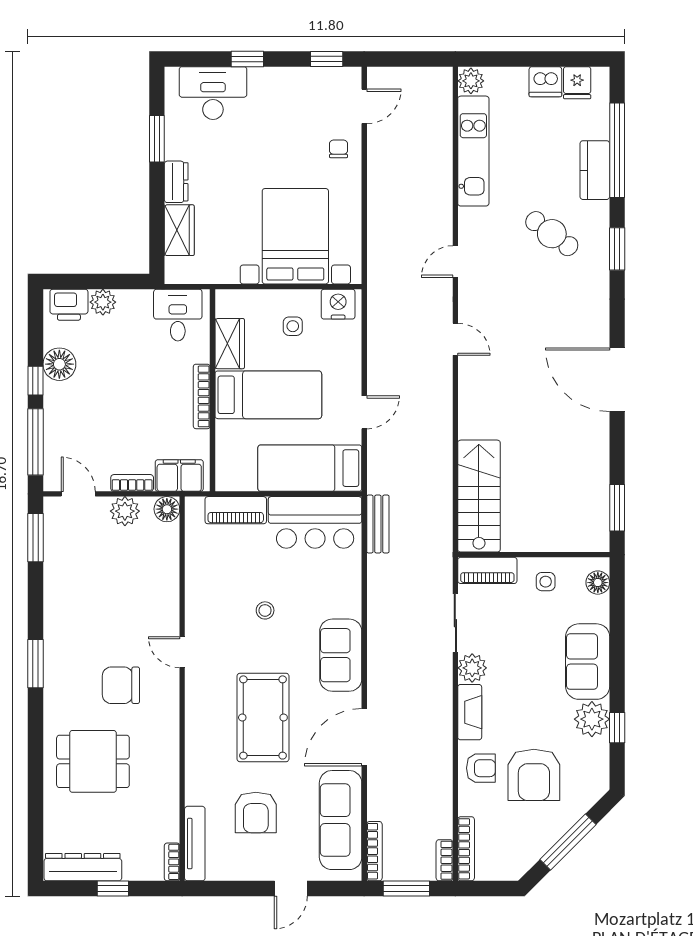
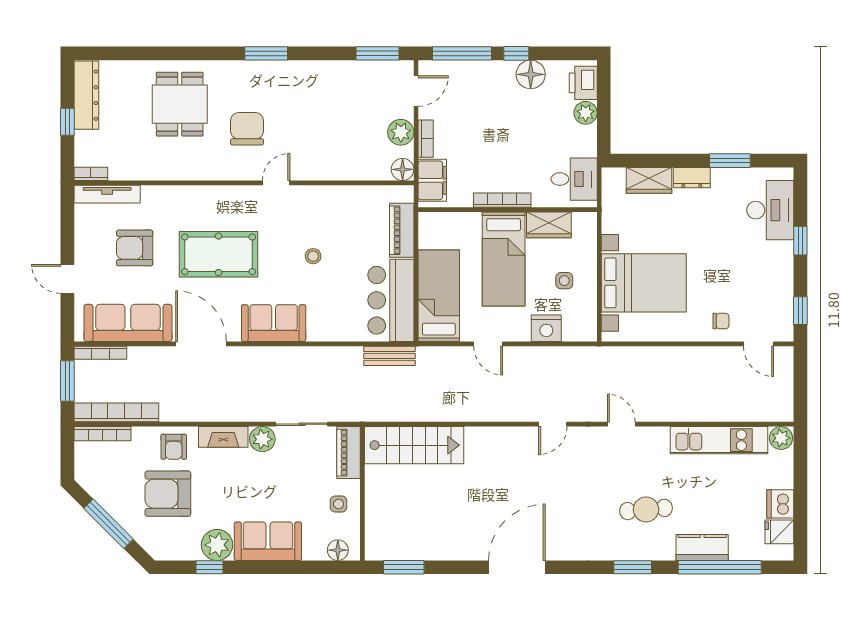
cafe table: (552, 234) -> (646, 509), turned 48
nightstand: (338, 304) -> (546, 328), moved, turned 90
bookcase: (444, 860) -> (116, 412), width x2.31, depth x1.31

